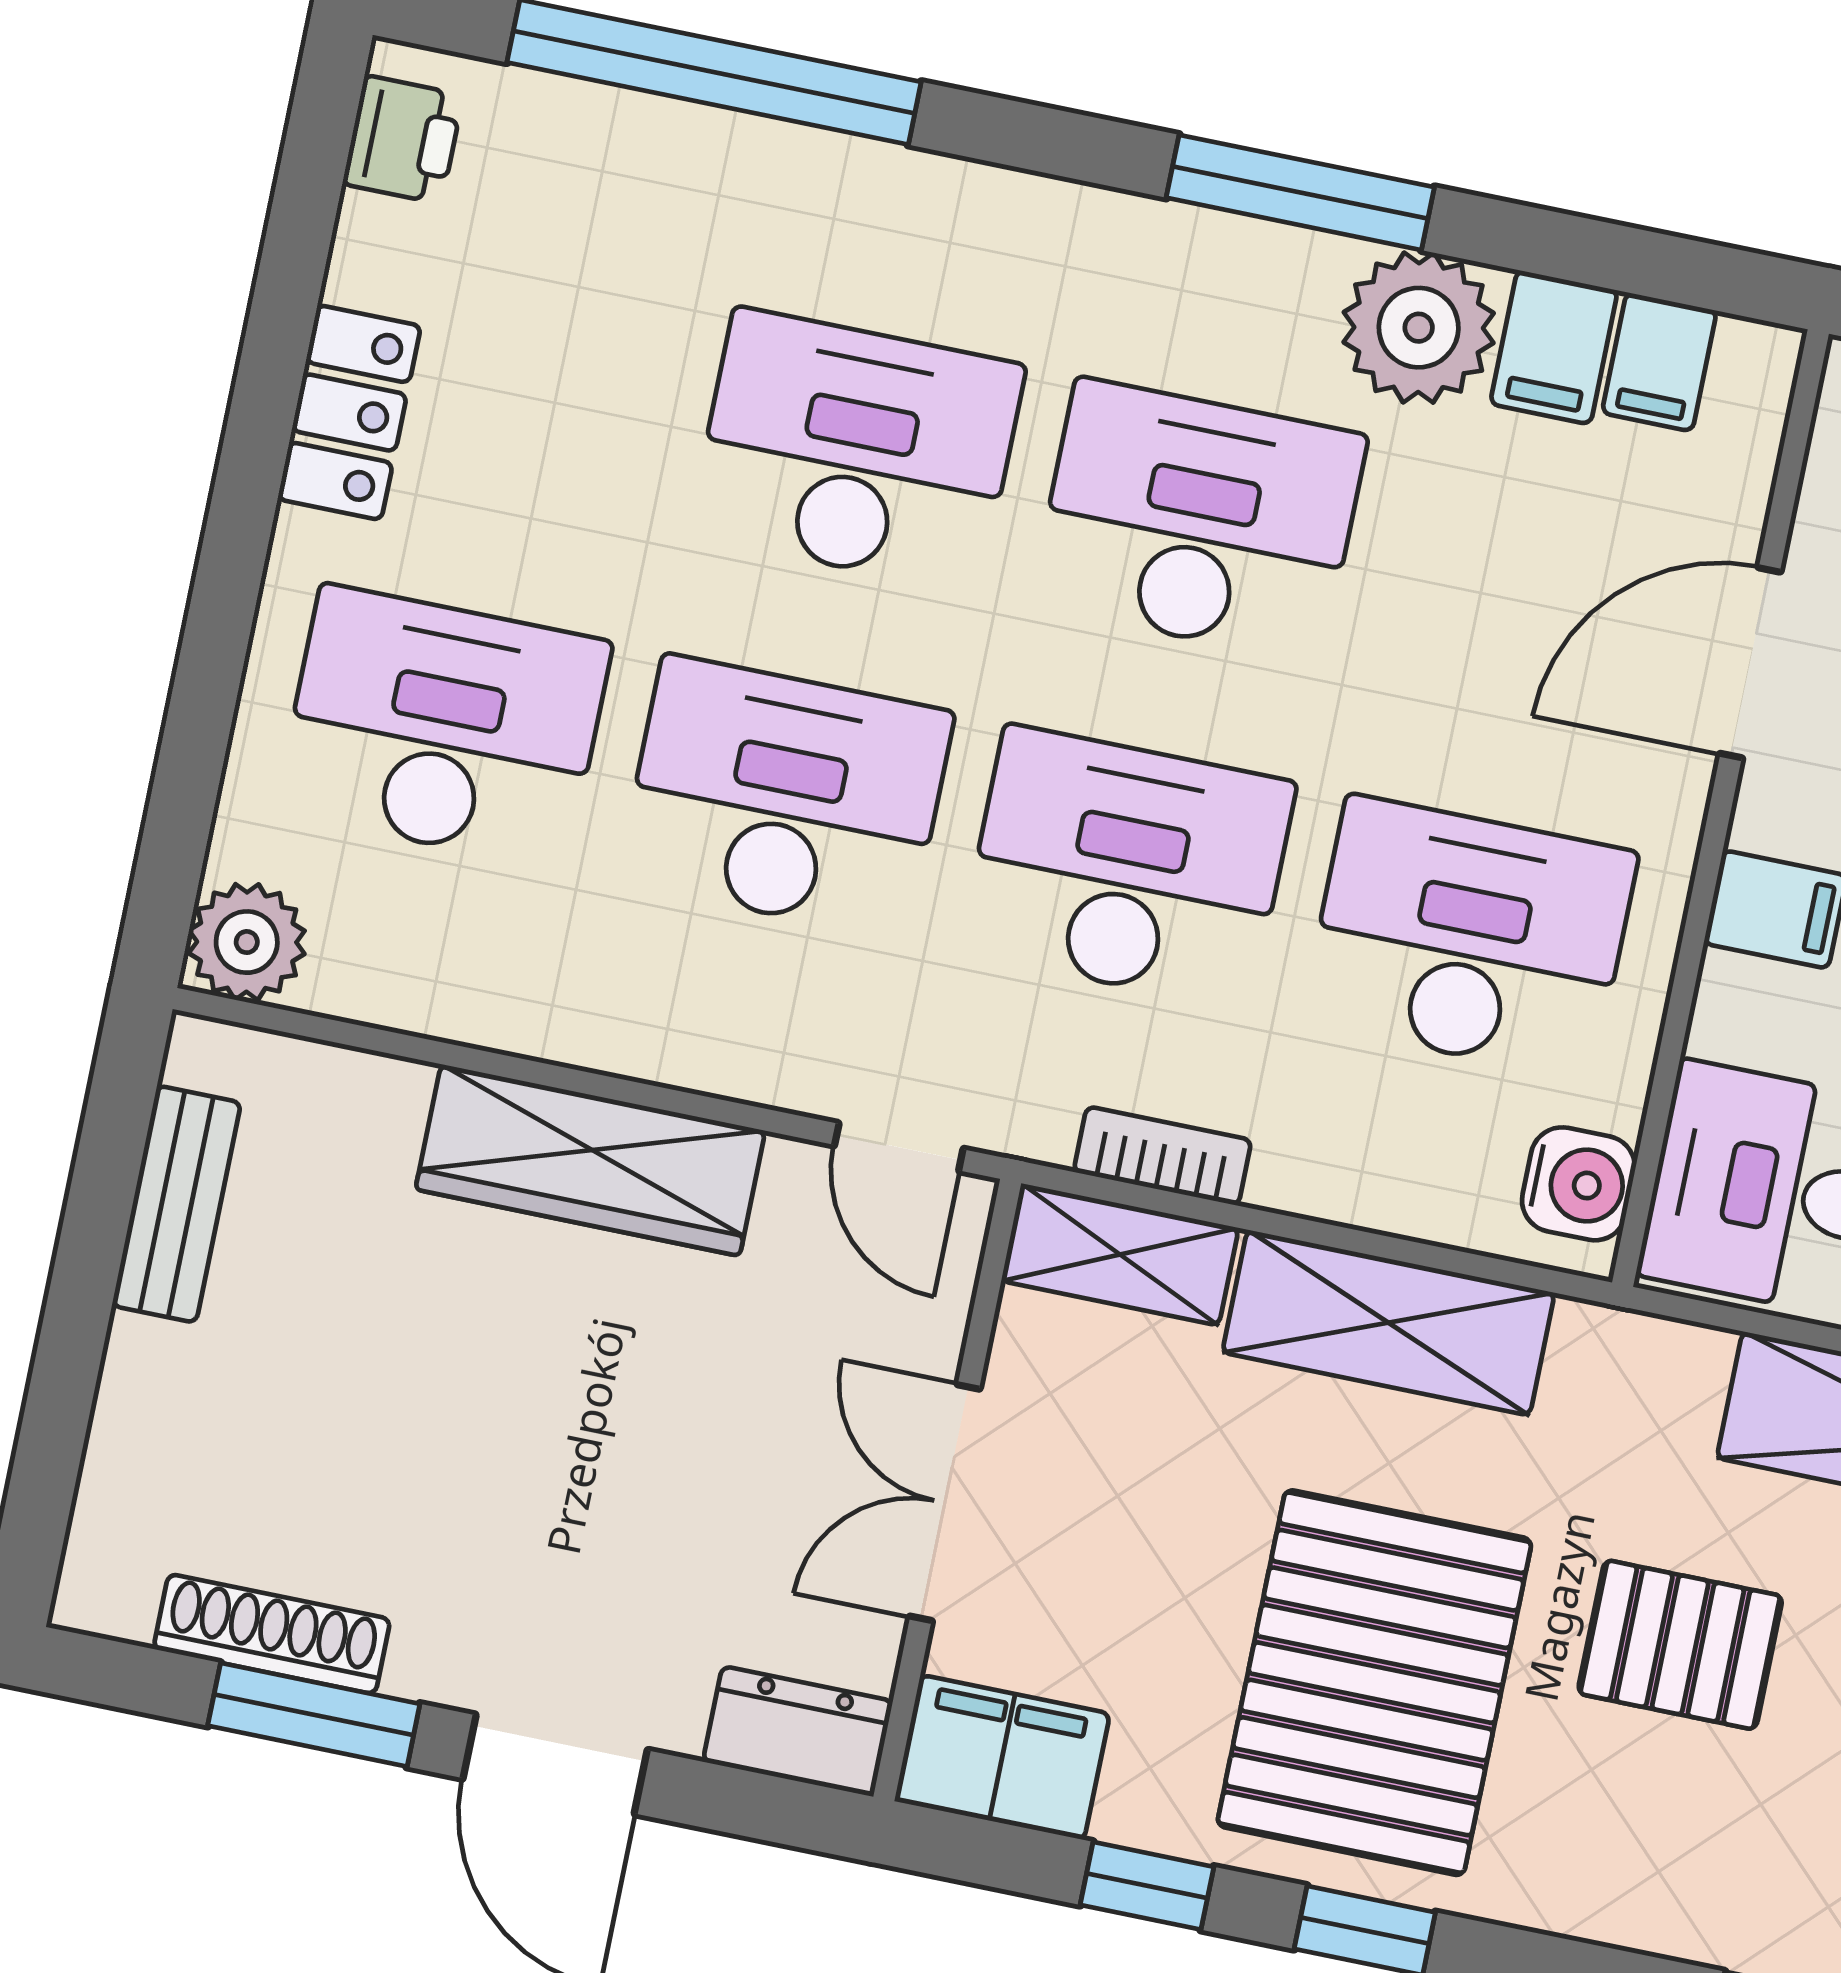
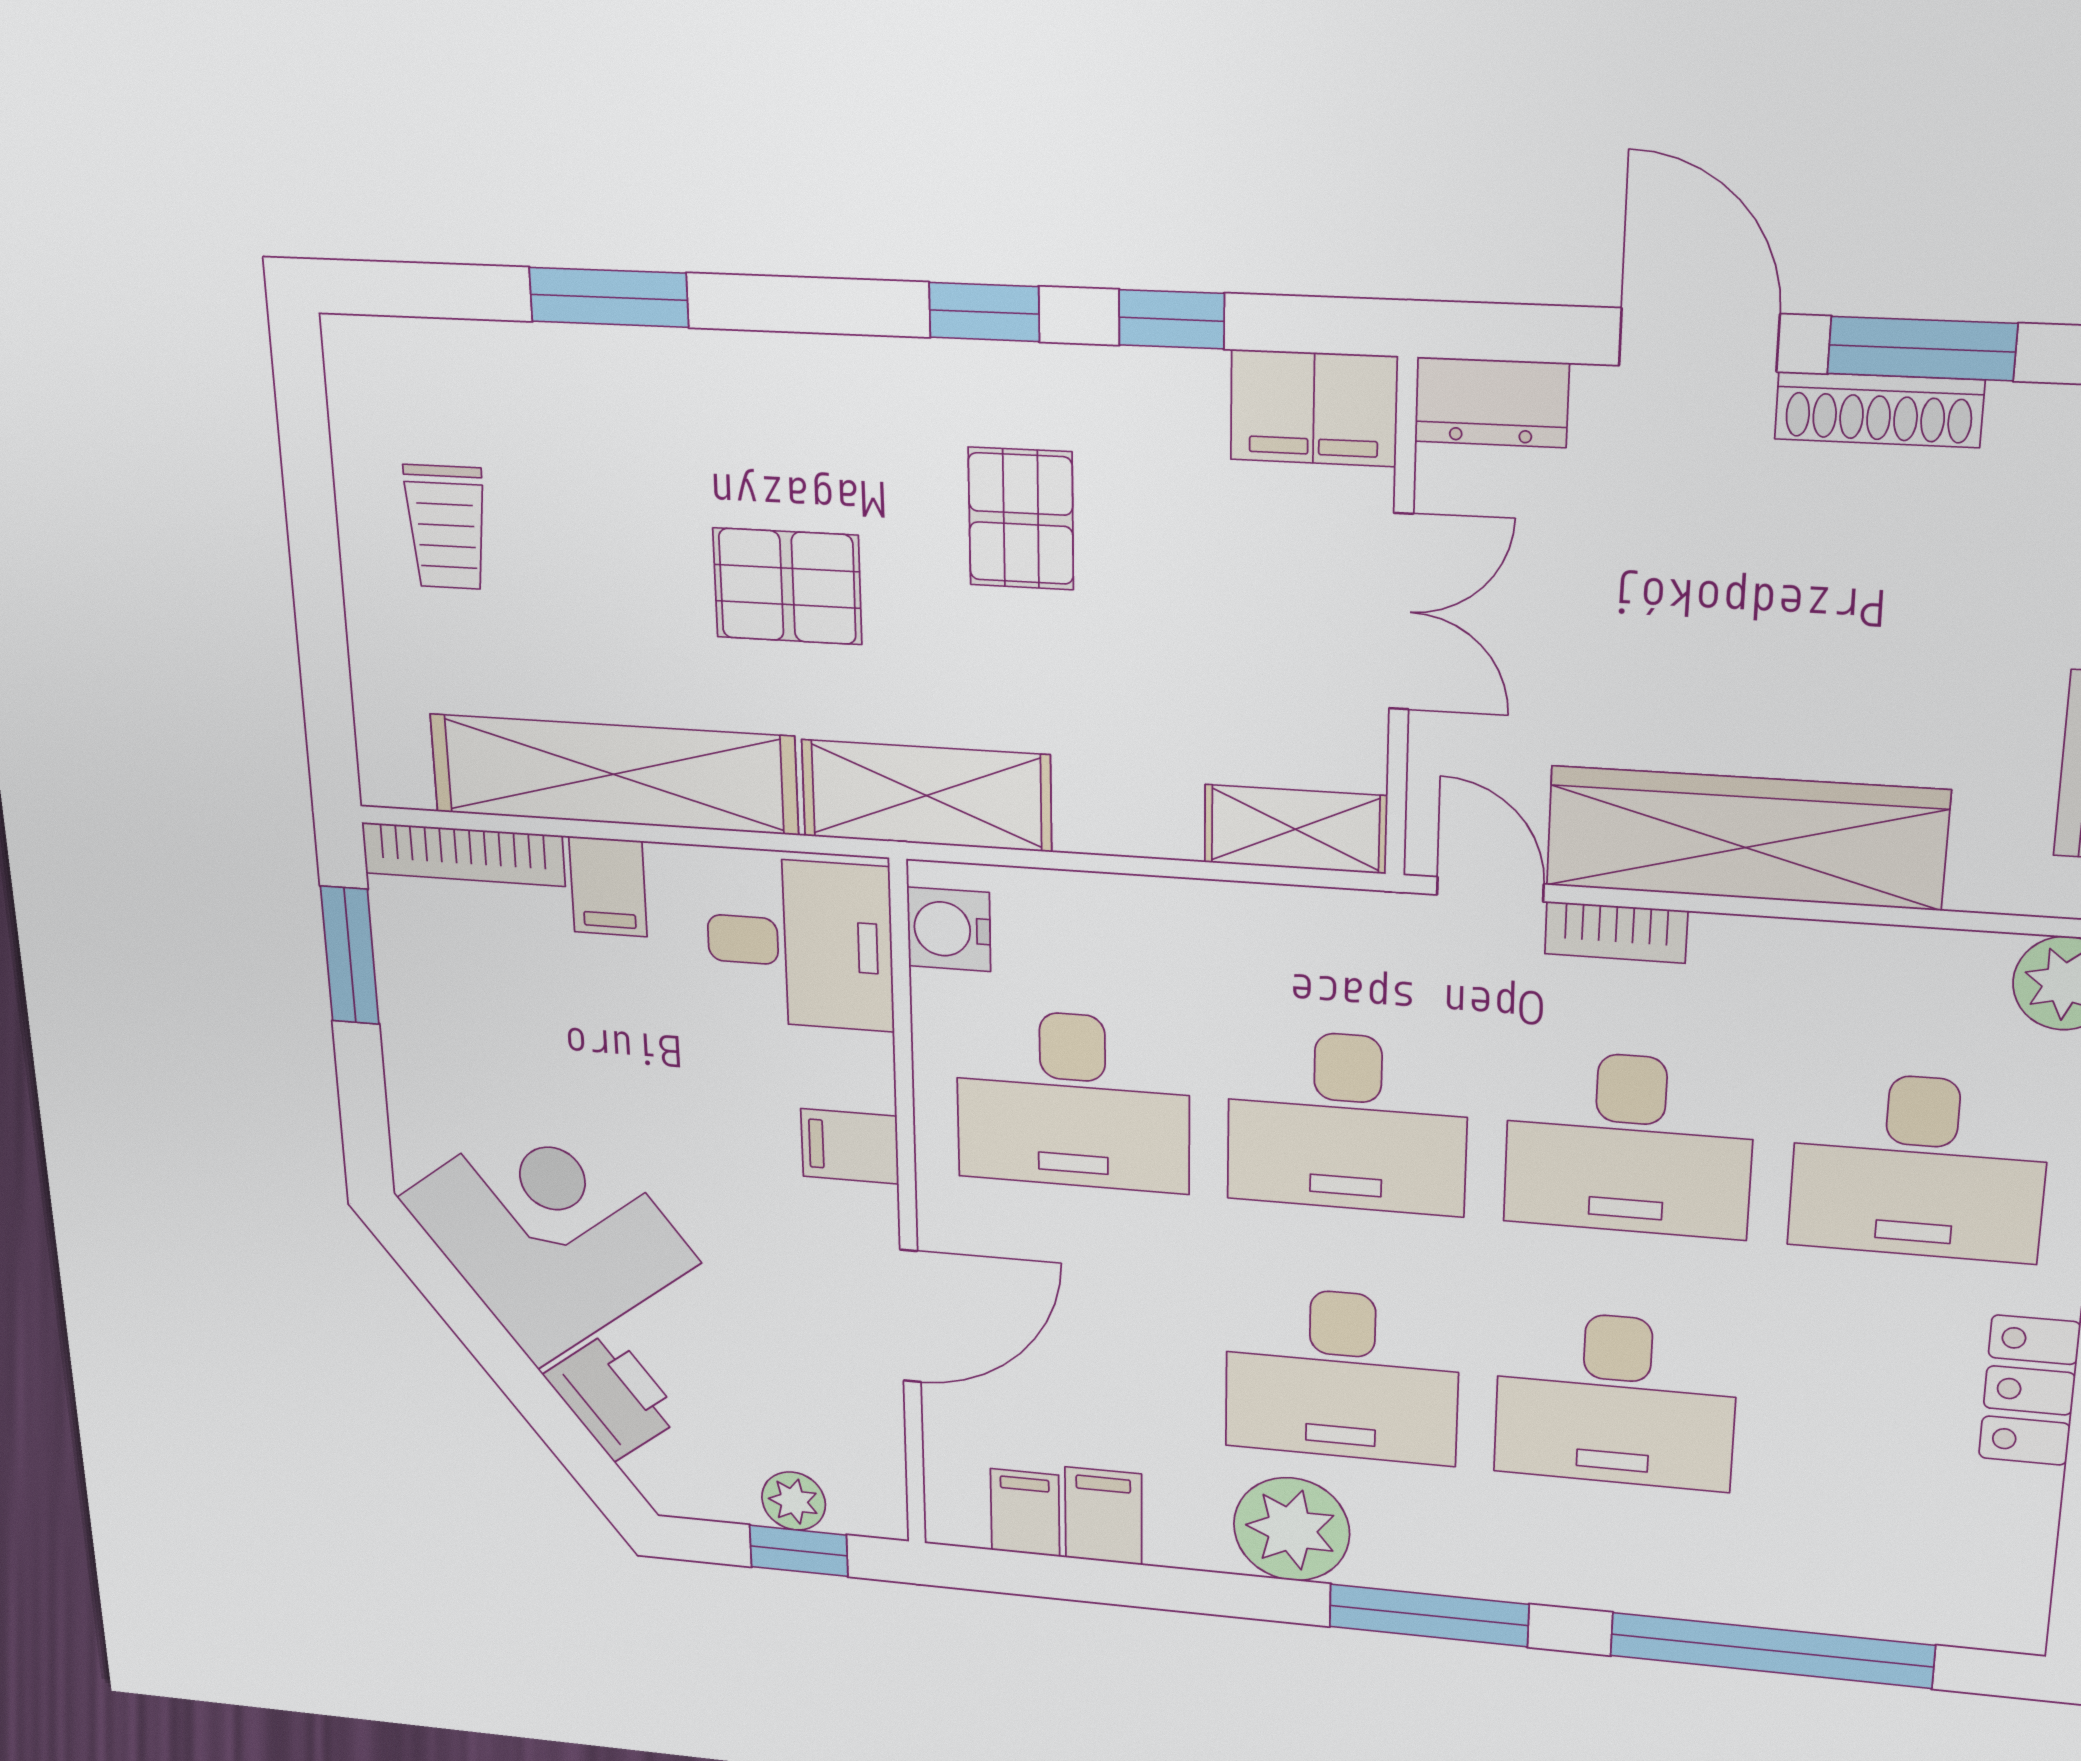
printer: (403, 139) -> (2012, 1587), removed
window: (1300, 192) -> (1429, 1615), moved
plant: (1419, 328) -> (1292, 1529), moved
bookcase: (1162, 1156) -> (1616, 932), moved
wardrobe: (590, 1160) -> (1746, 838), width x1.40, depth x1.17
shelving: (1388, 1323) -> (926, 796), moved
shoe rack: (272, 1634) -> (1879, 410), moved
pallet: (1374, 1683) -> (1021, 519), width x0.49, depth x0.50

